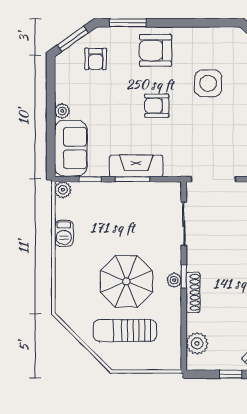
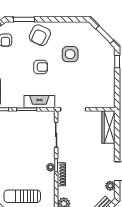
armchair: (156, 50) -> (40, 35), turned -65
armchair: (157, 106) -> (41, 67), turned 180
fireplace: (136, 166) -> (39, 102), moved
parasol: (126, 281) -> (23, 168), removed

